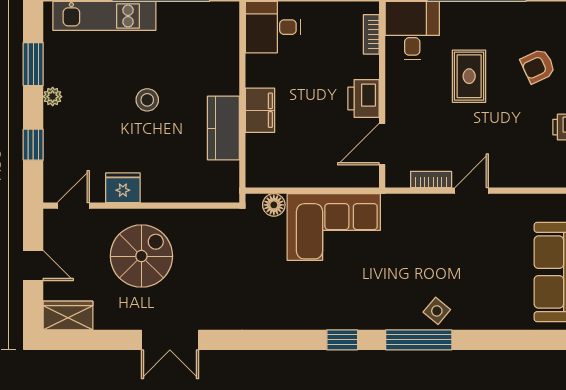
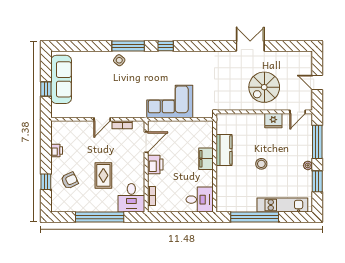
window: (33, 145) -> (317, 142), width x2.17
floor lamp: (274, 205) -> (199, 112), removed
wardrobe: (68, 316) -> (300, 58), removed

